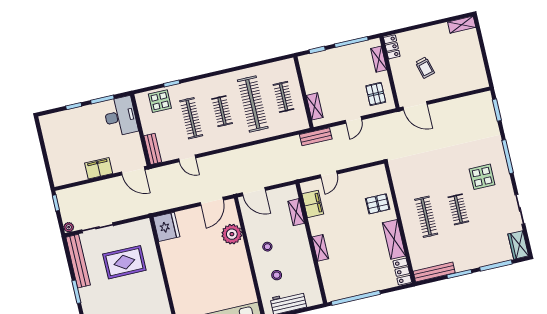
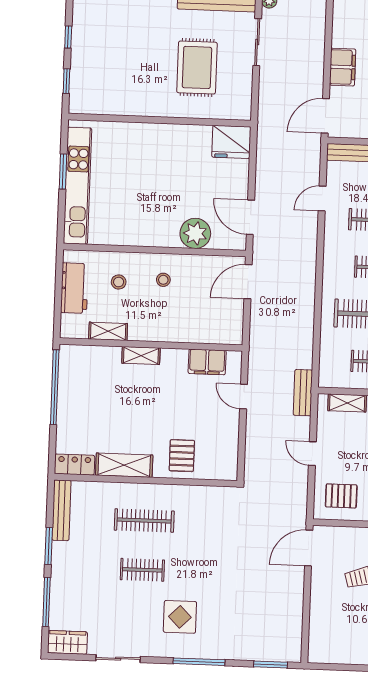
shelving: (296, 212) -> (108, 331), moved

